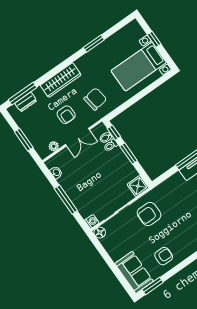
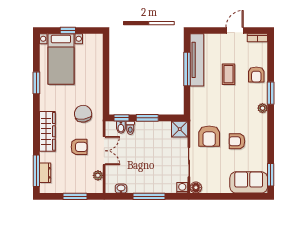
bed with nightstands: (139, 67) -> (61, 59), moved
armchair: (164, 256) -> (237, 141), moved, turned -90

